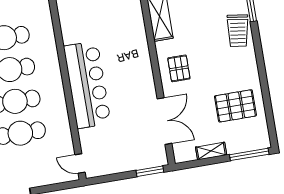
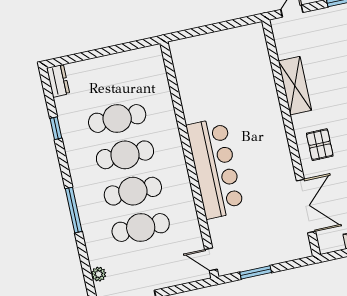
window: (150, 171) -> (256, 272), moved

